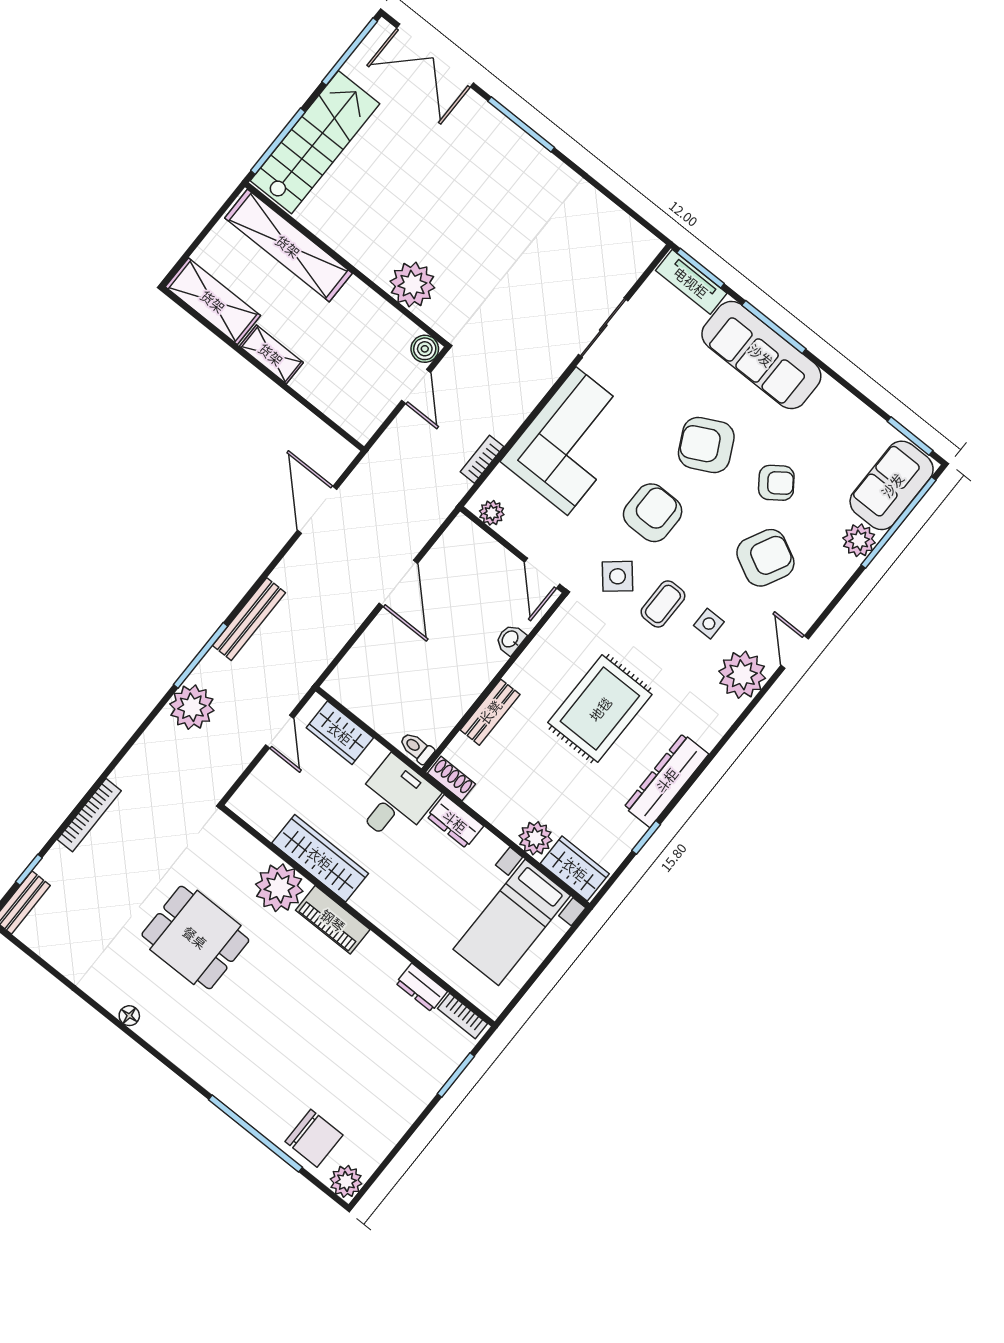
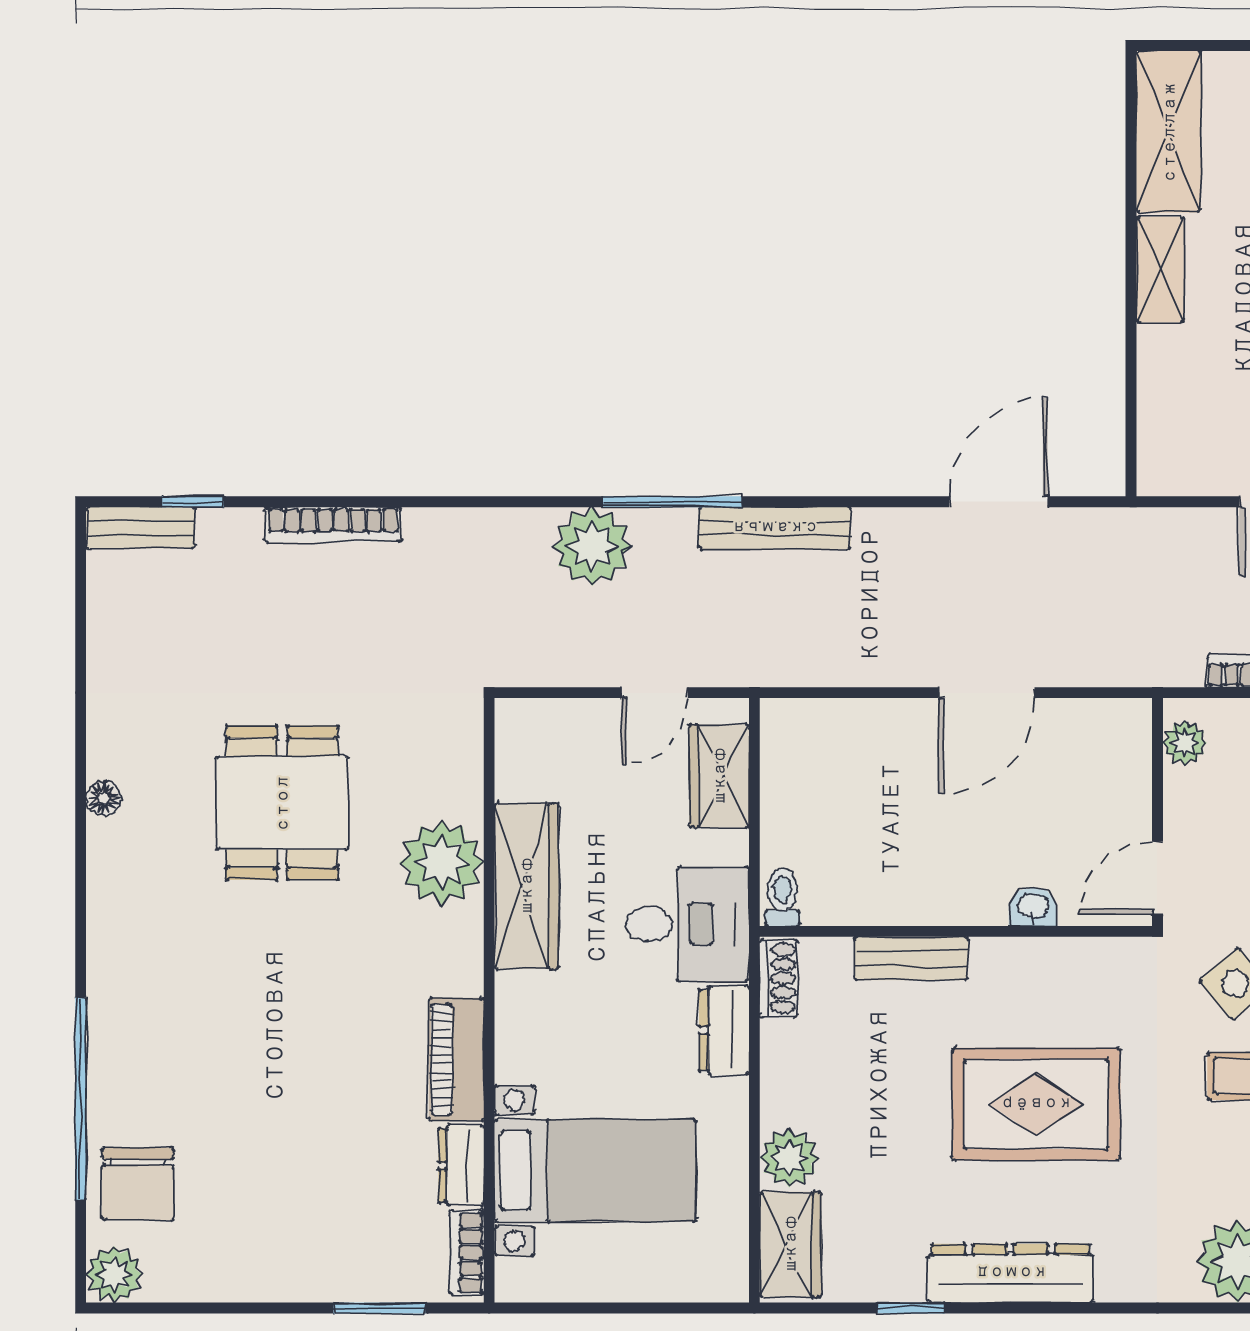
piano: (333, 920) -> (456, 1059), moved
bed with nightstands: (512, 922) -> (595, 1171), moved, turned 180

